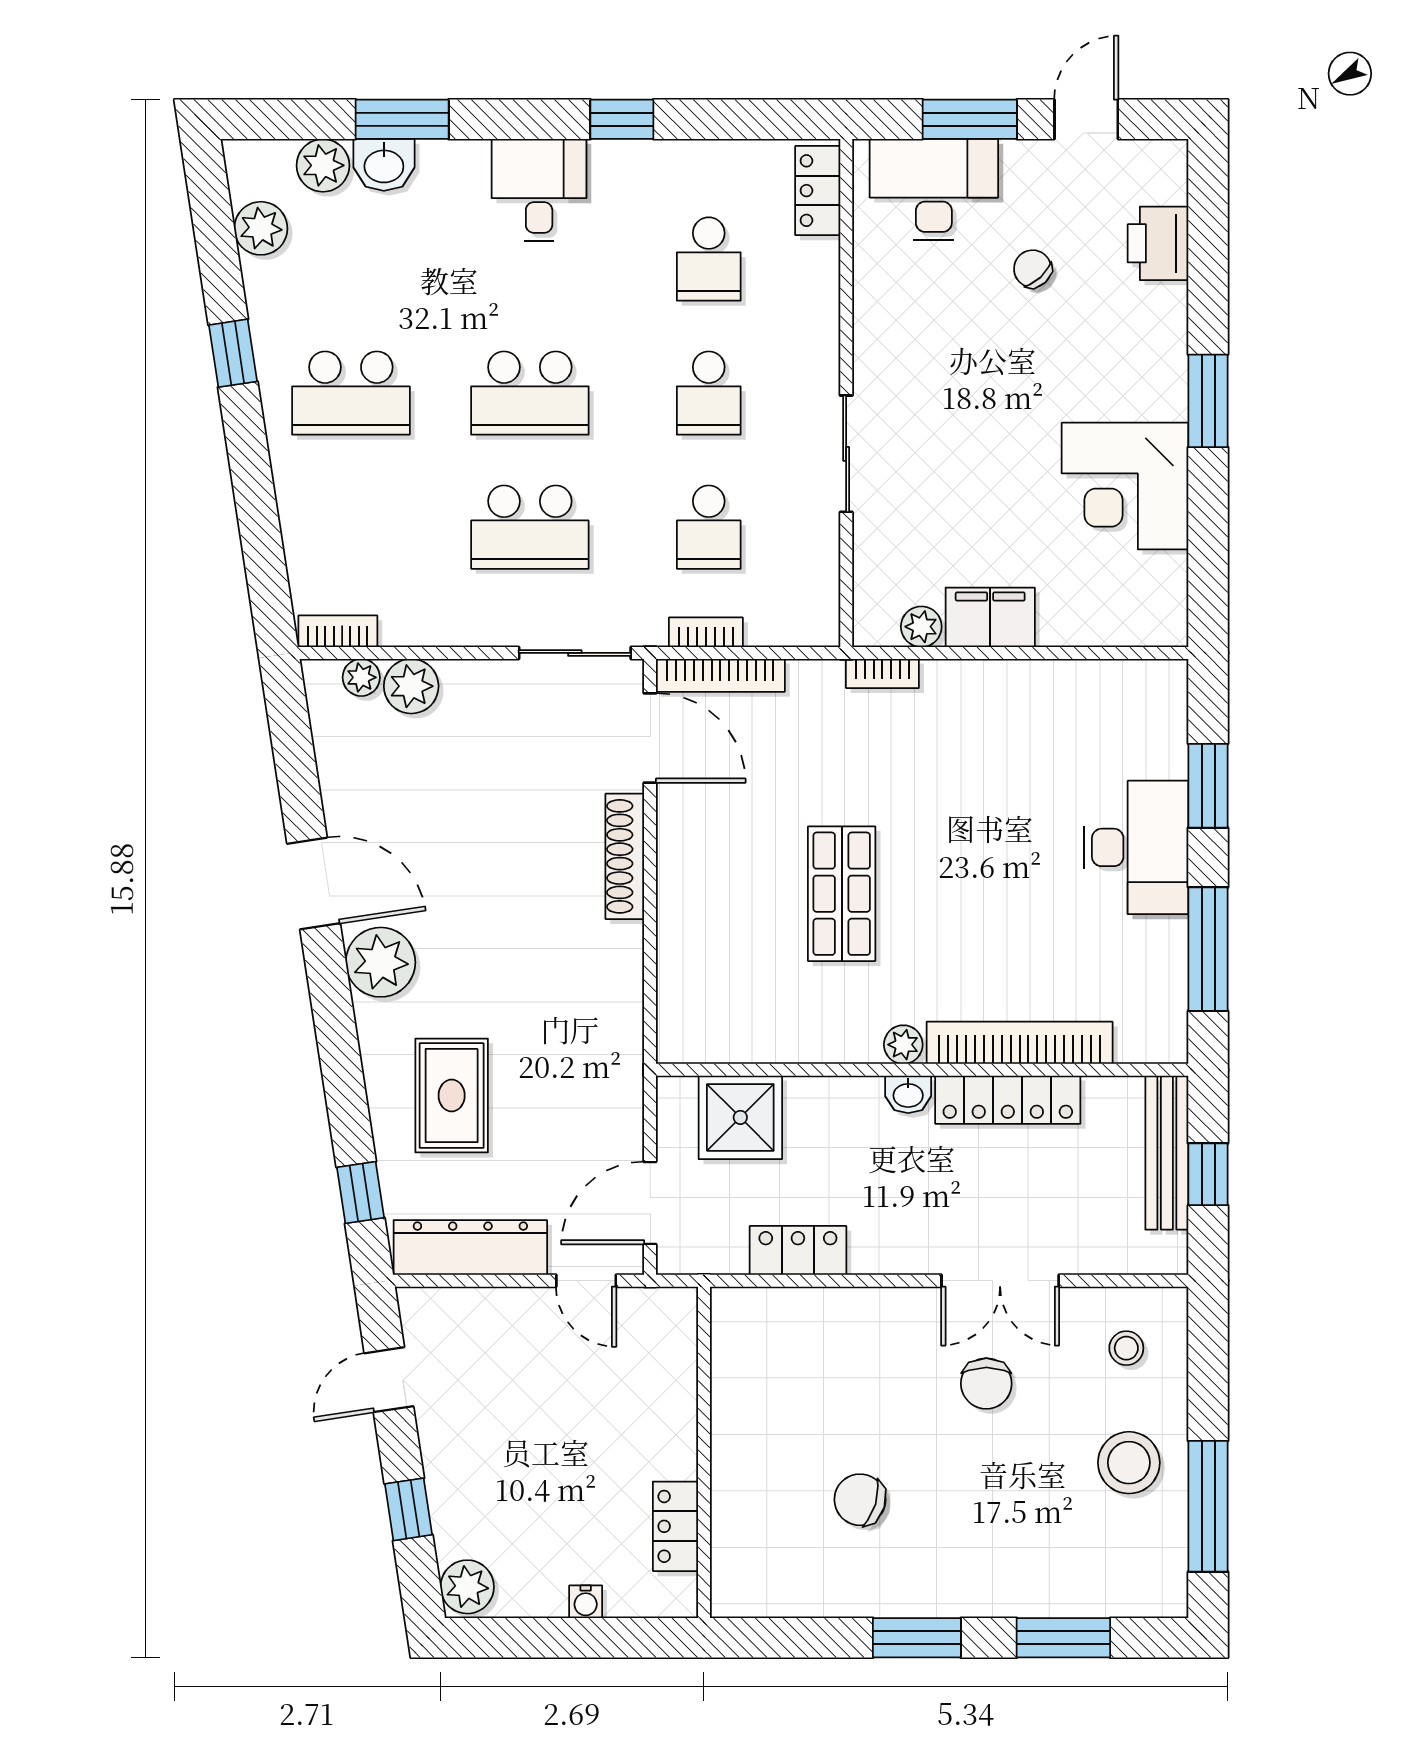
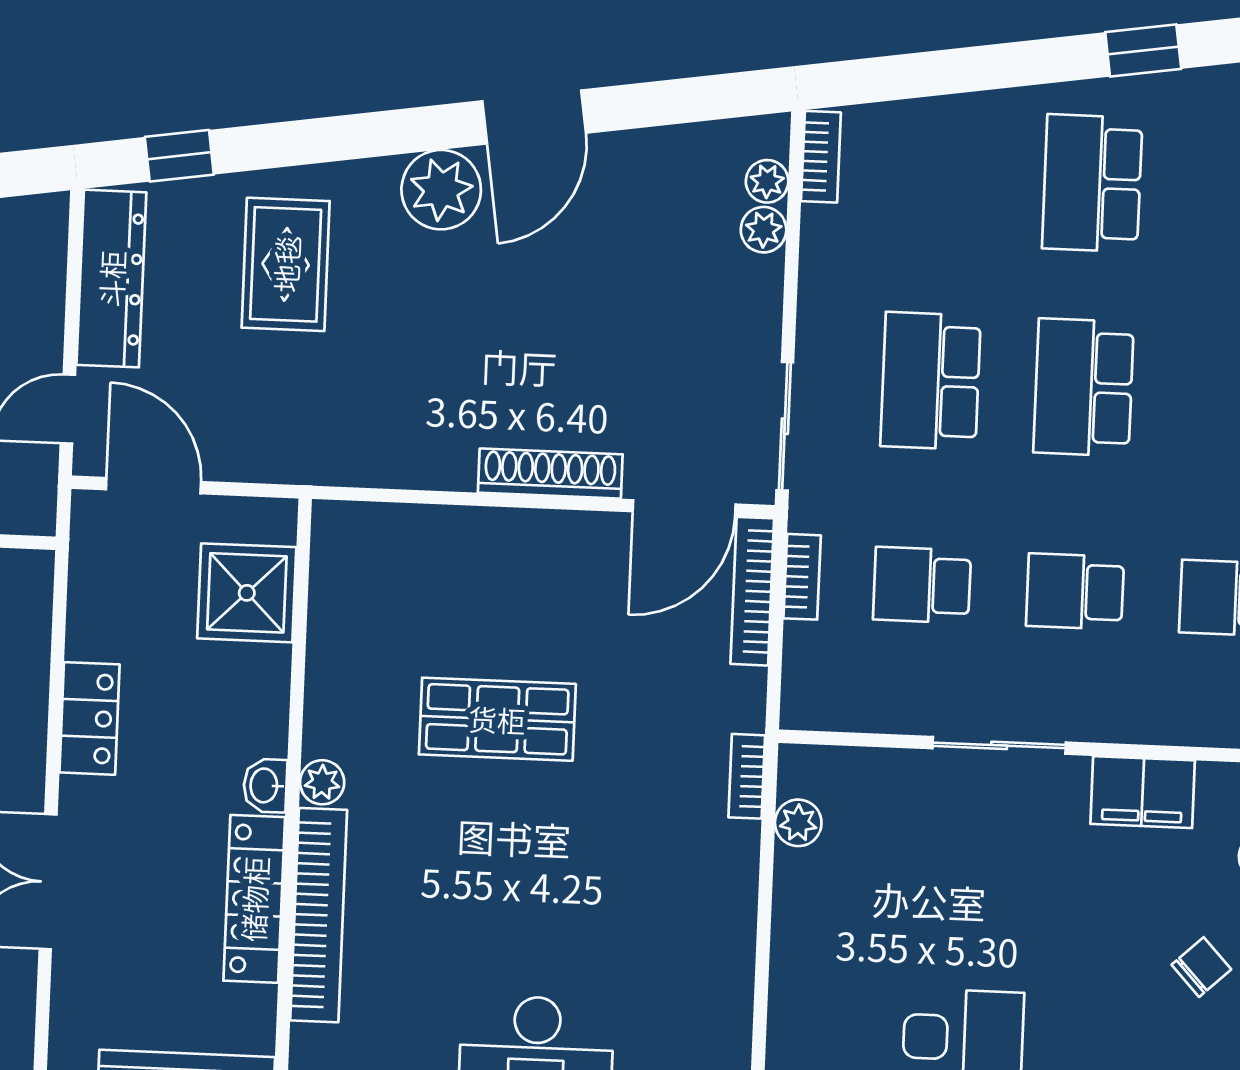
filing cabinet: (990, 617) -> (1143, 792), moved, turned 90
plant: (411, 686) -> (764, 230), width x0.73, depth x0.73
rug: (452, 1096) -> (286, 264), turned 90
locker: (798, 1250) -> (90, 718), moved

